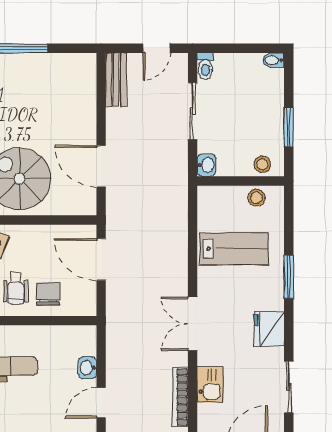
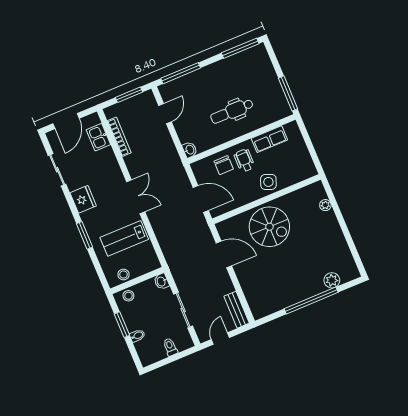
bidet: (273, 60) -> (137, 336), moved
toilet: (205, 66) -> (170, 347), moved
double door: (193, 324) -> (136, 197), moved
washbasin: (87, 368) -> (190, 150), moved
kitchen sink: (210, 384) -> (98, 137), moved

